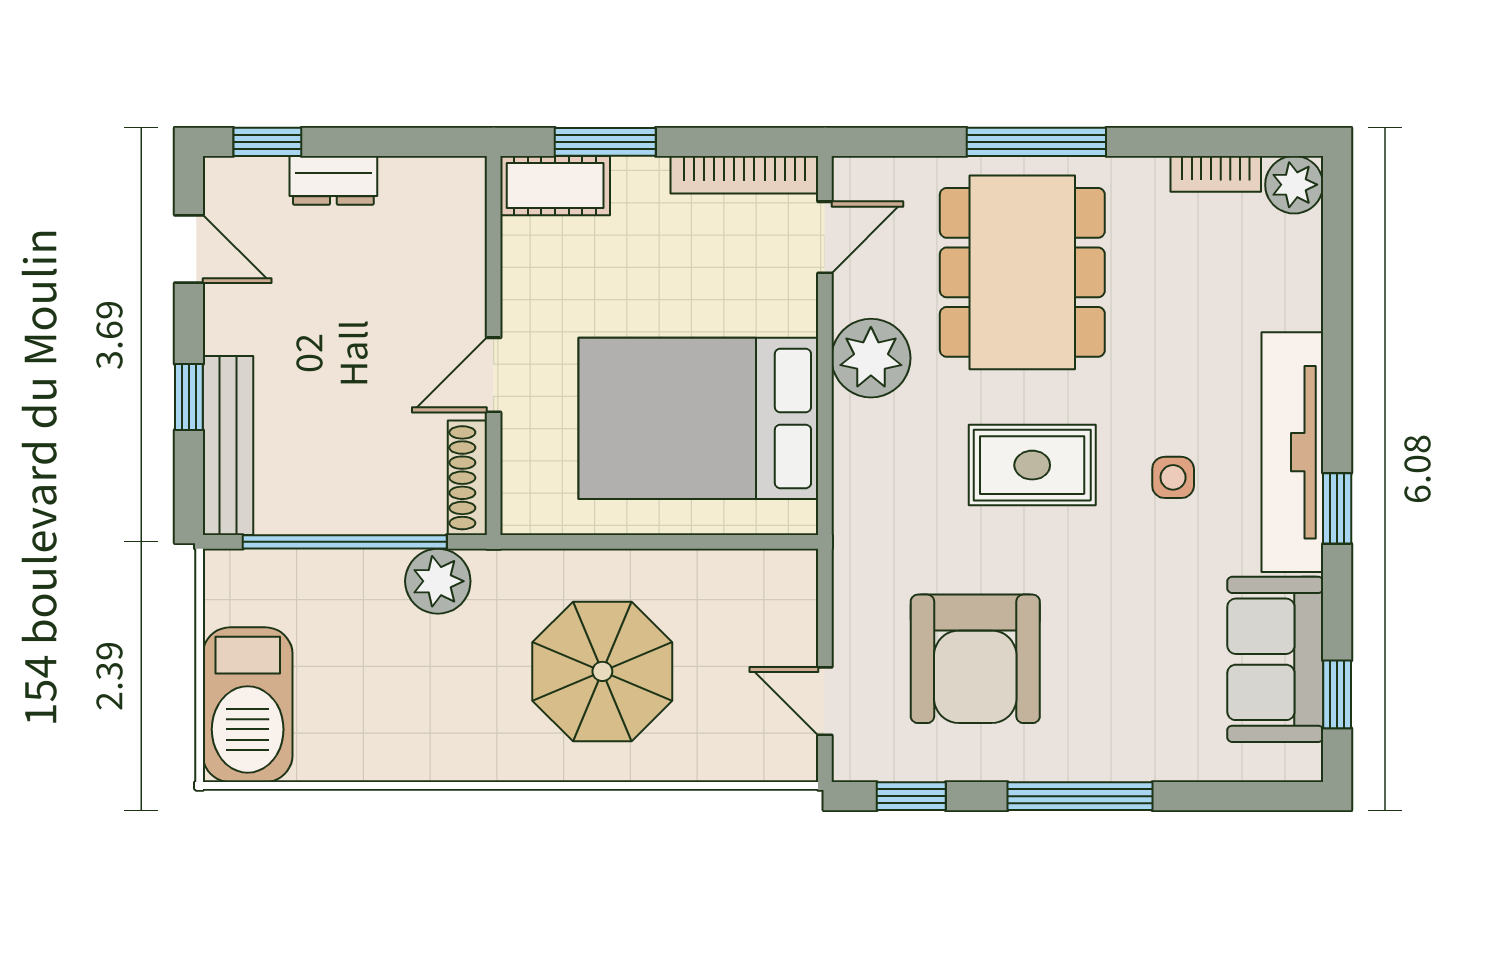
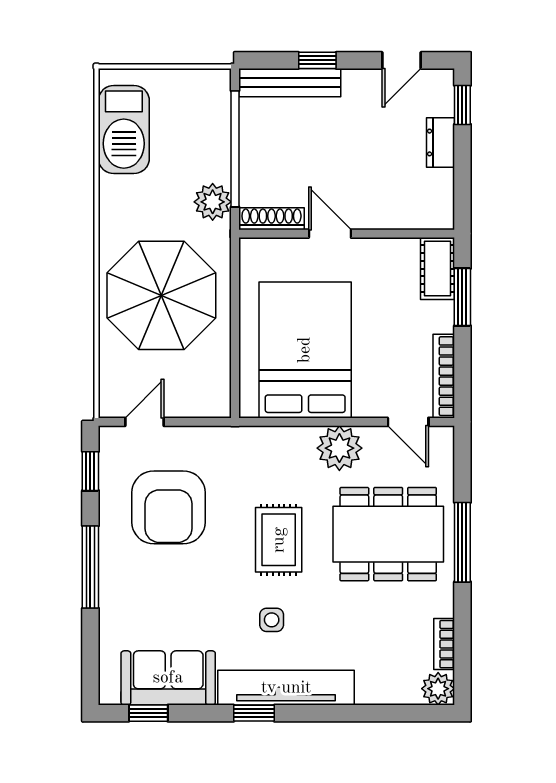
armchair: (975, 659) -> (168, 507), turned -90
parasol: (602, 671) -> (161, 295), width x1.36, depth x1.36
barbecue: (248, 705) -> (124, 130), moved, turned -90

